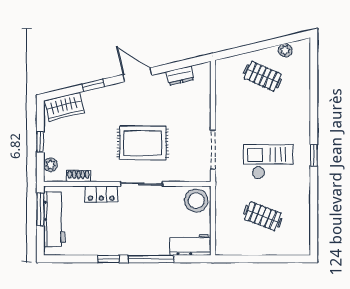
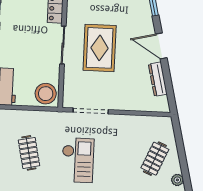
door: (137, 75) -> (161, 46), swing flipped
dresser: (180, 76) -> (158, 79), width x1.44
clothes rail: (263, 216) -> (29, 153), turned -33

